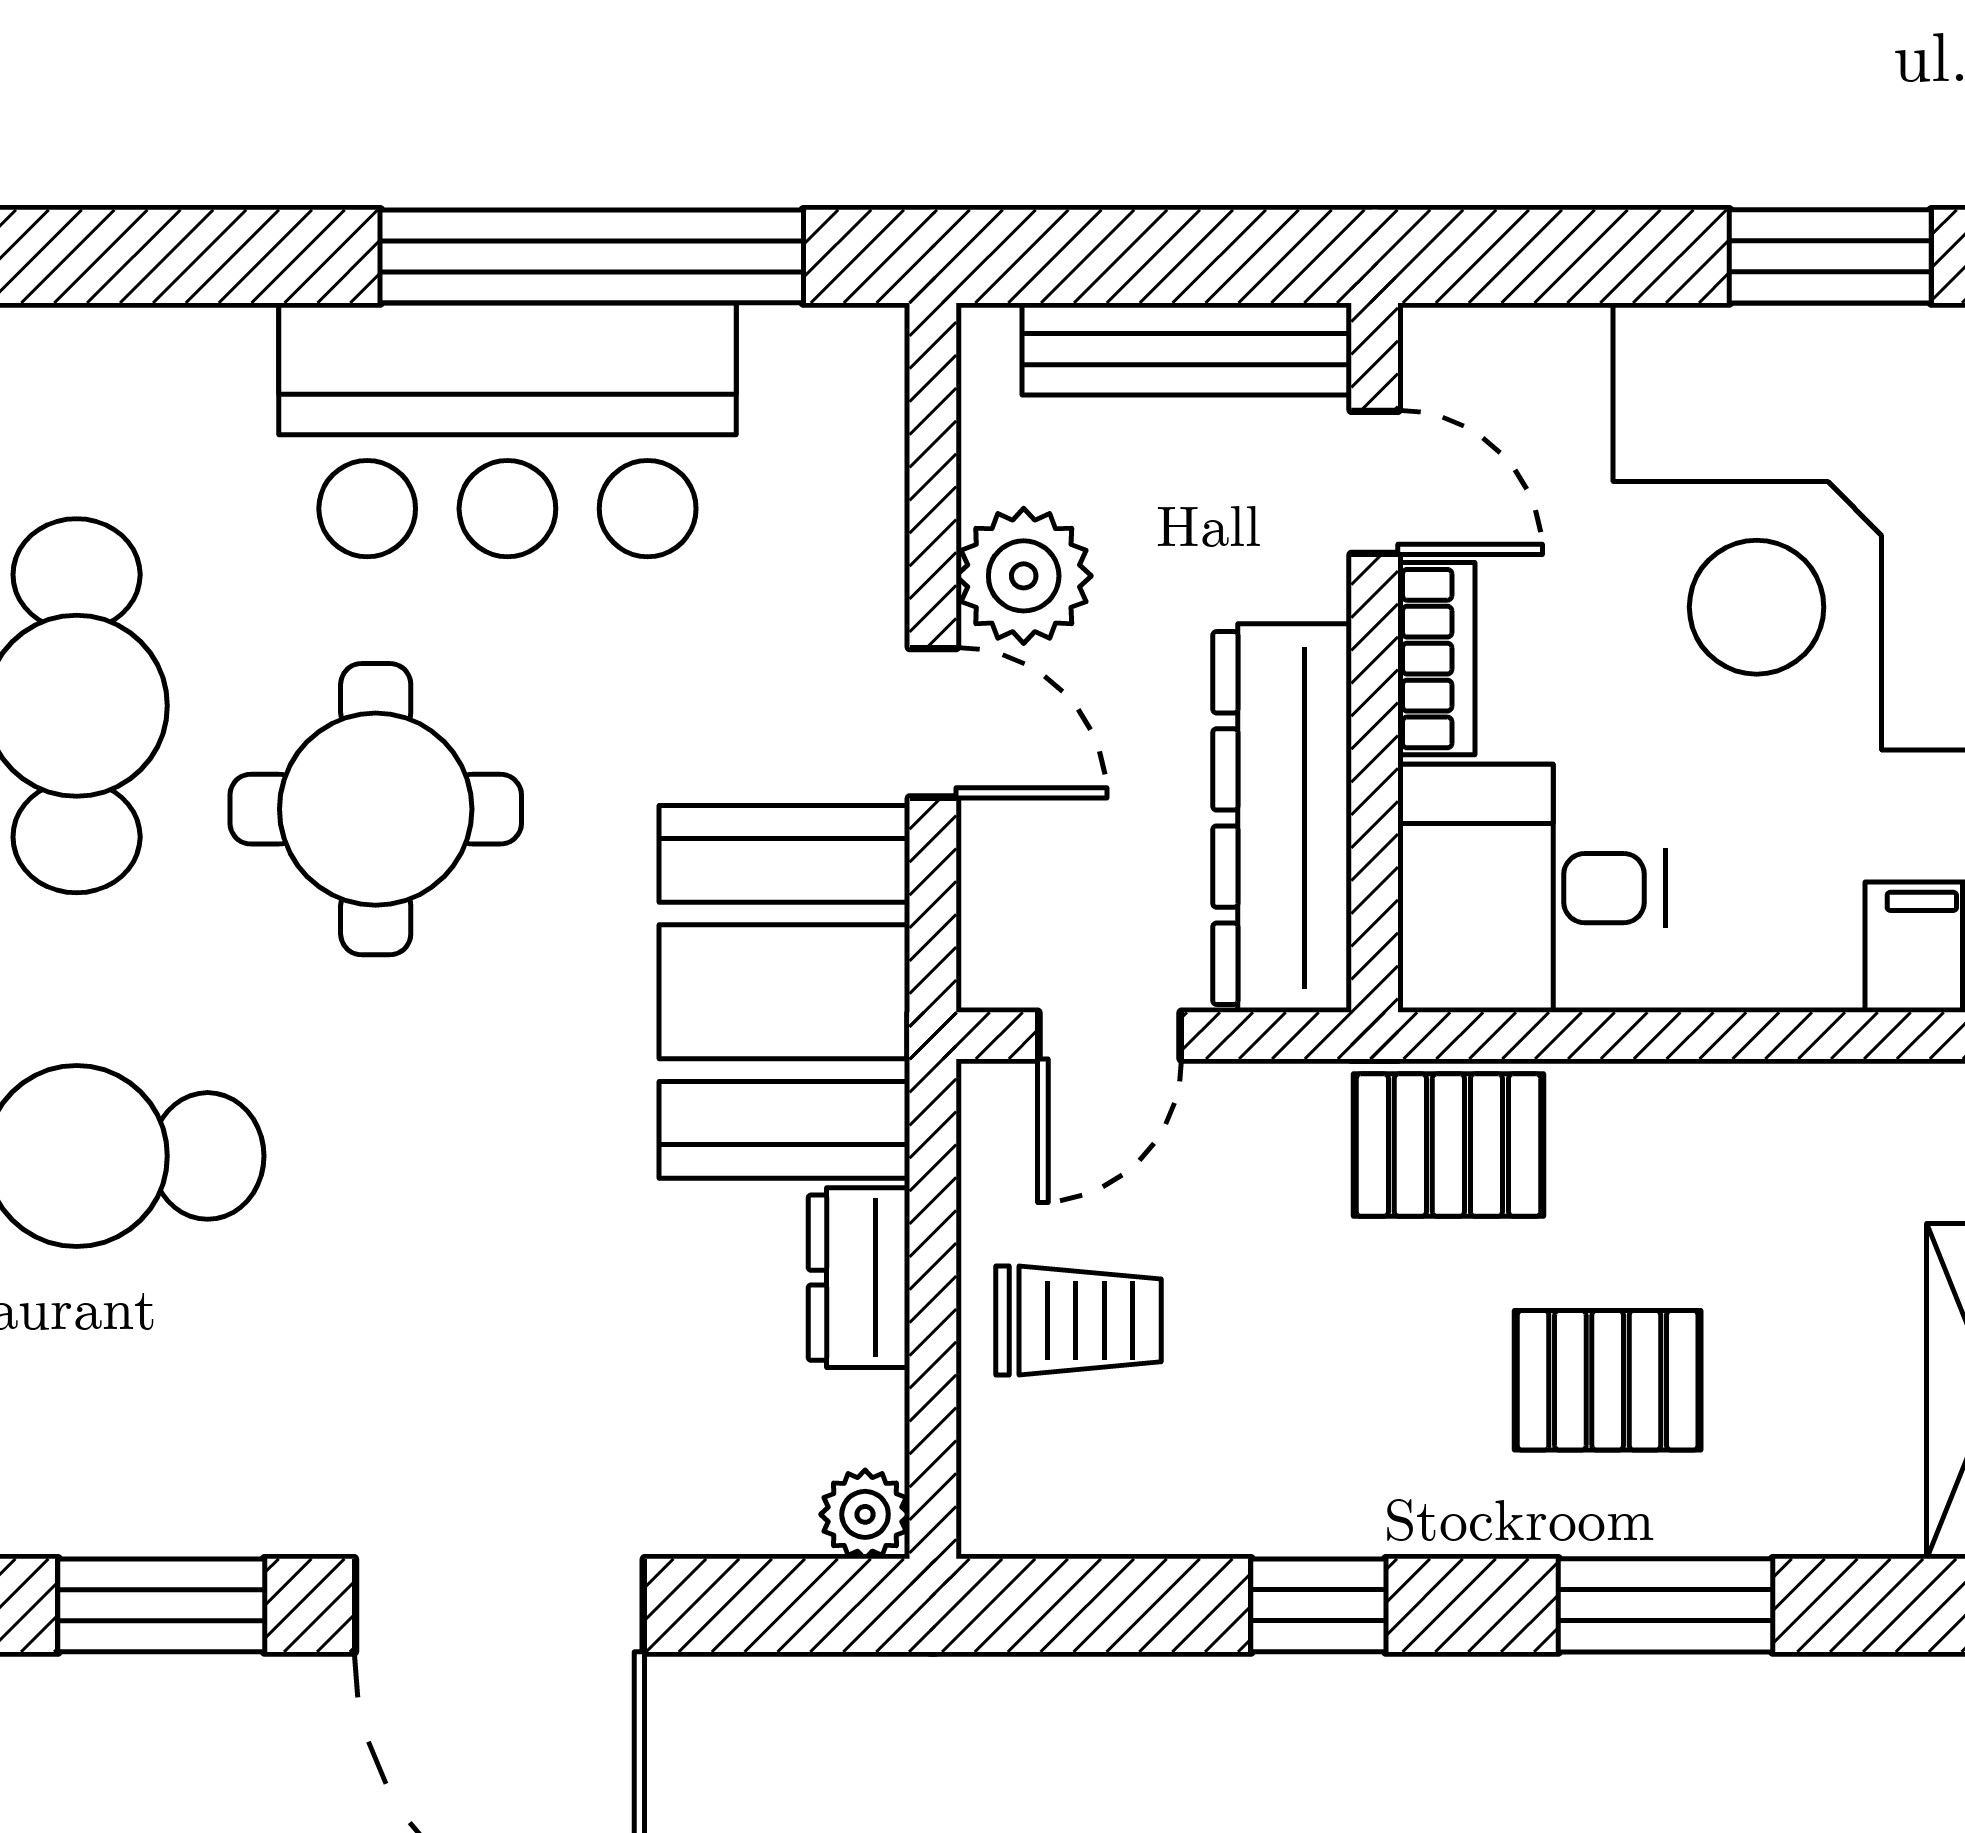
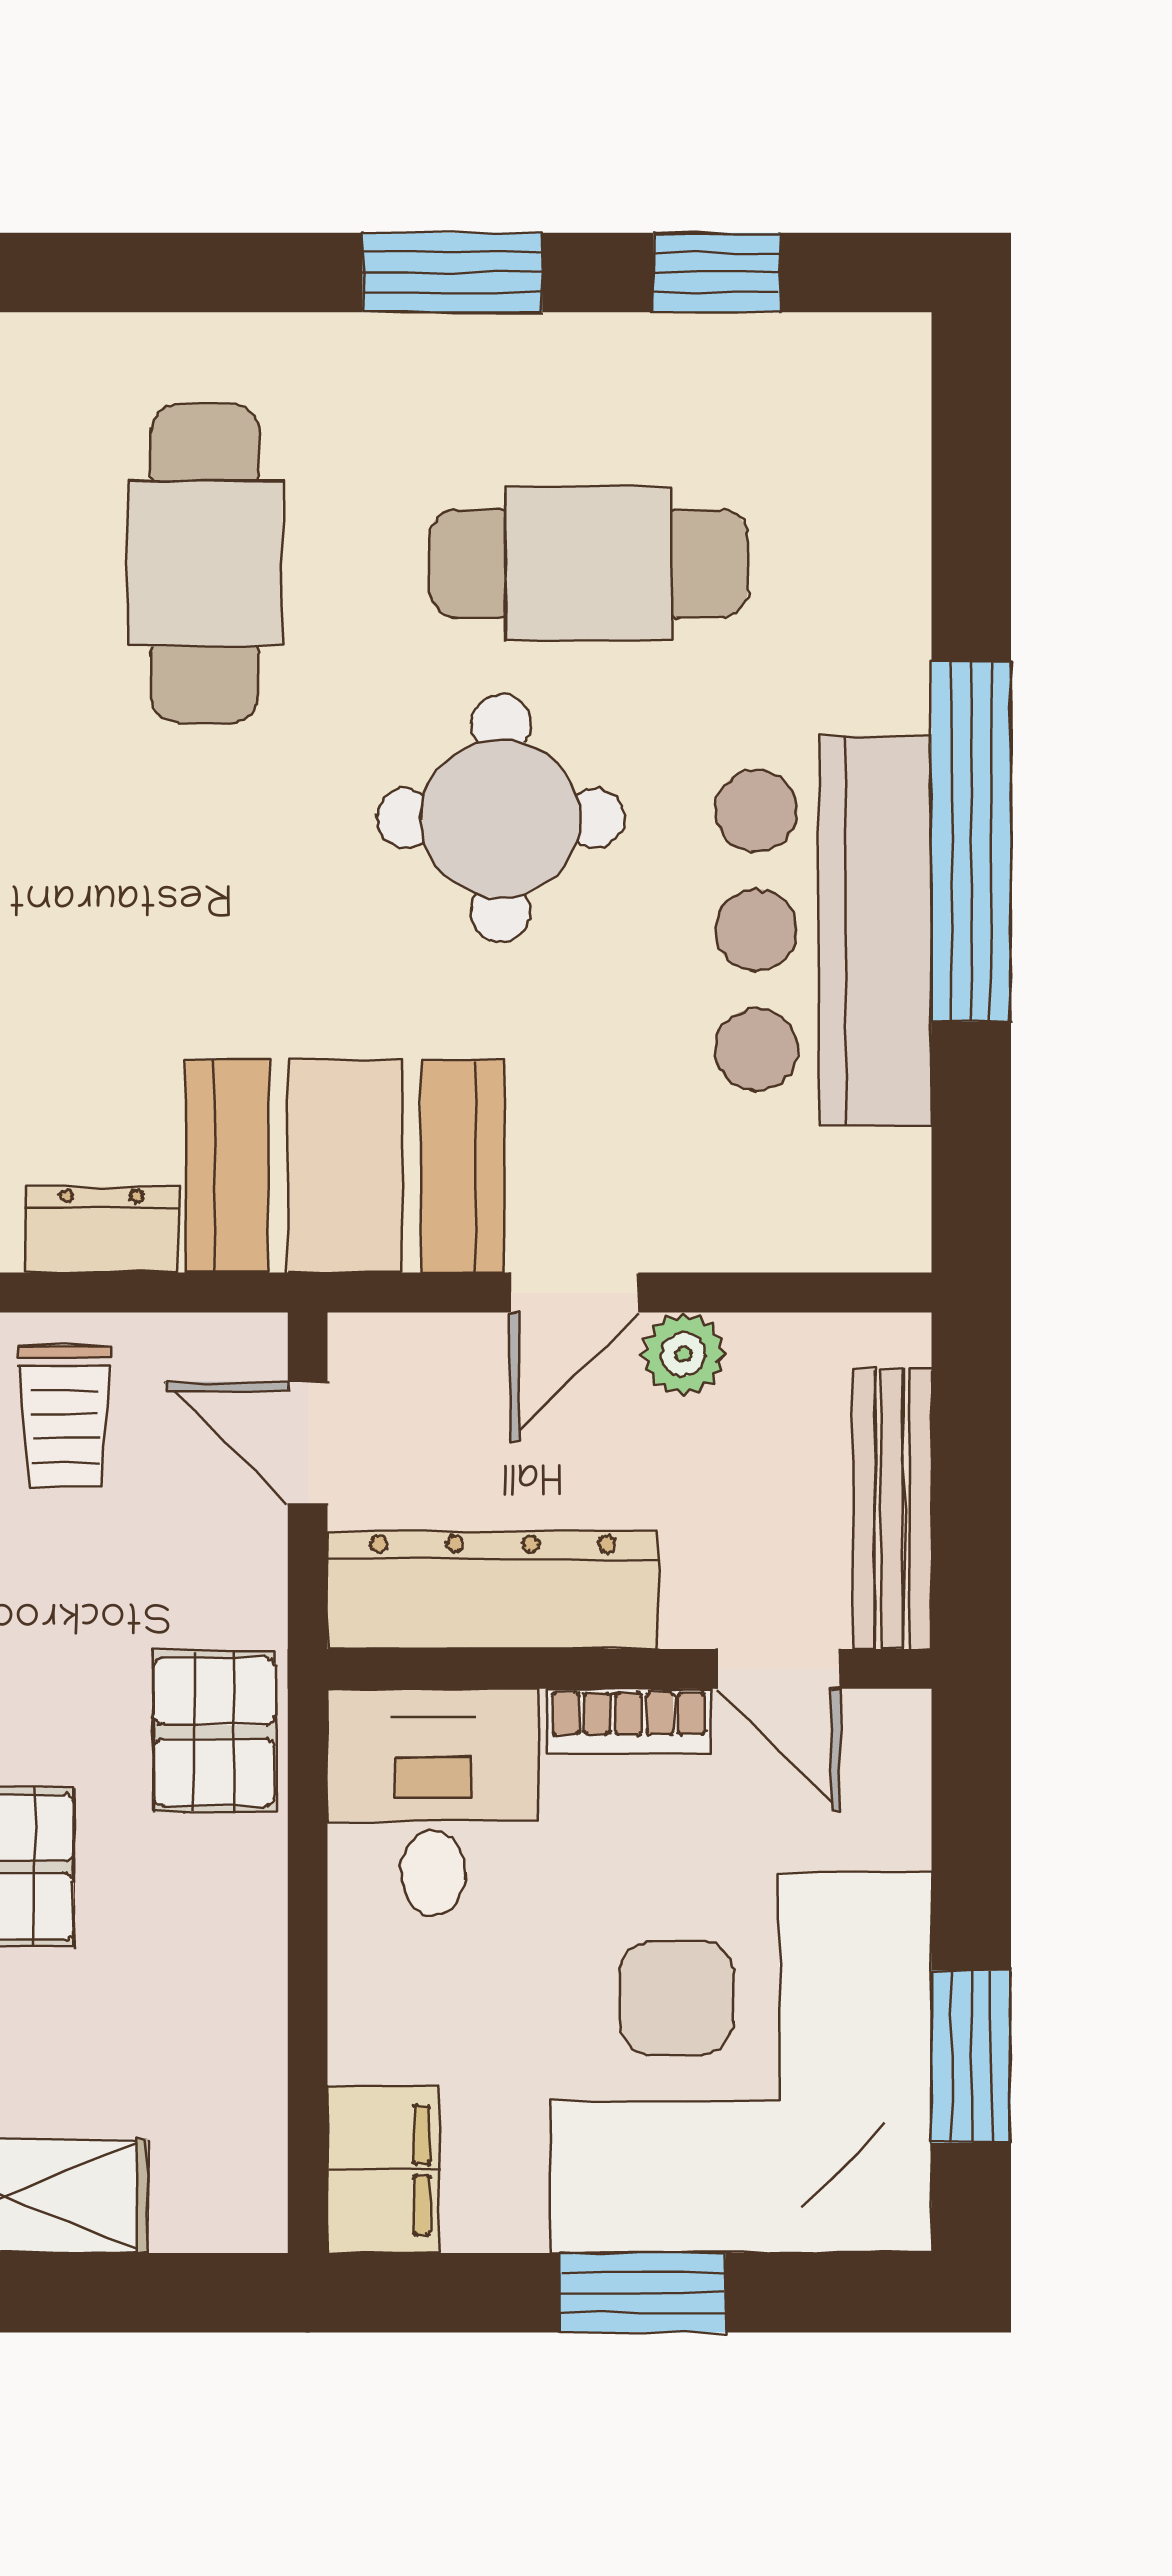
window: (592, 256) -> (971, 841), moved
door: (1375, 482) -> (779, 1669), hinge flipped
plant: (1024, 576) -> (683, 1354), width x0.73, depth x0.73

